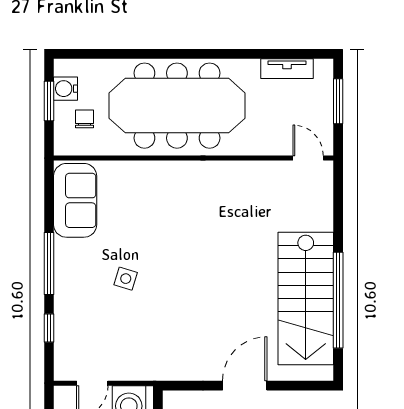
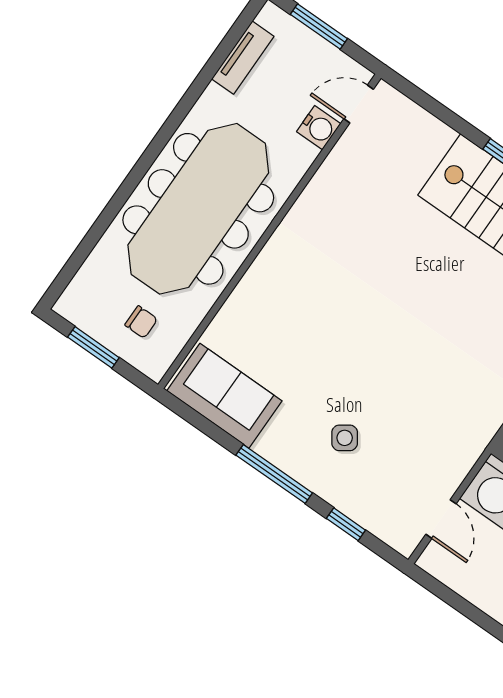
water cooler: (66, 89) -> (319, 128), moved, turned -90
chair: (85, 119) -> (141, 322), turned 180
side table: (126, 279) -> (345, 438), moved, turned 38

